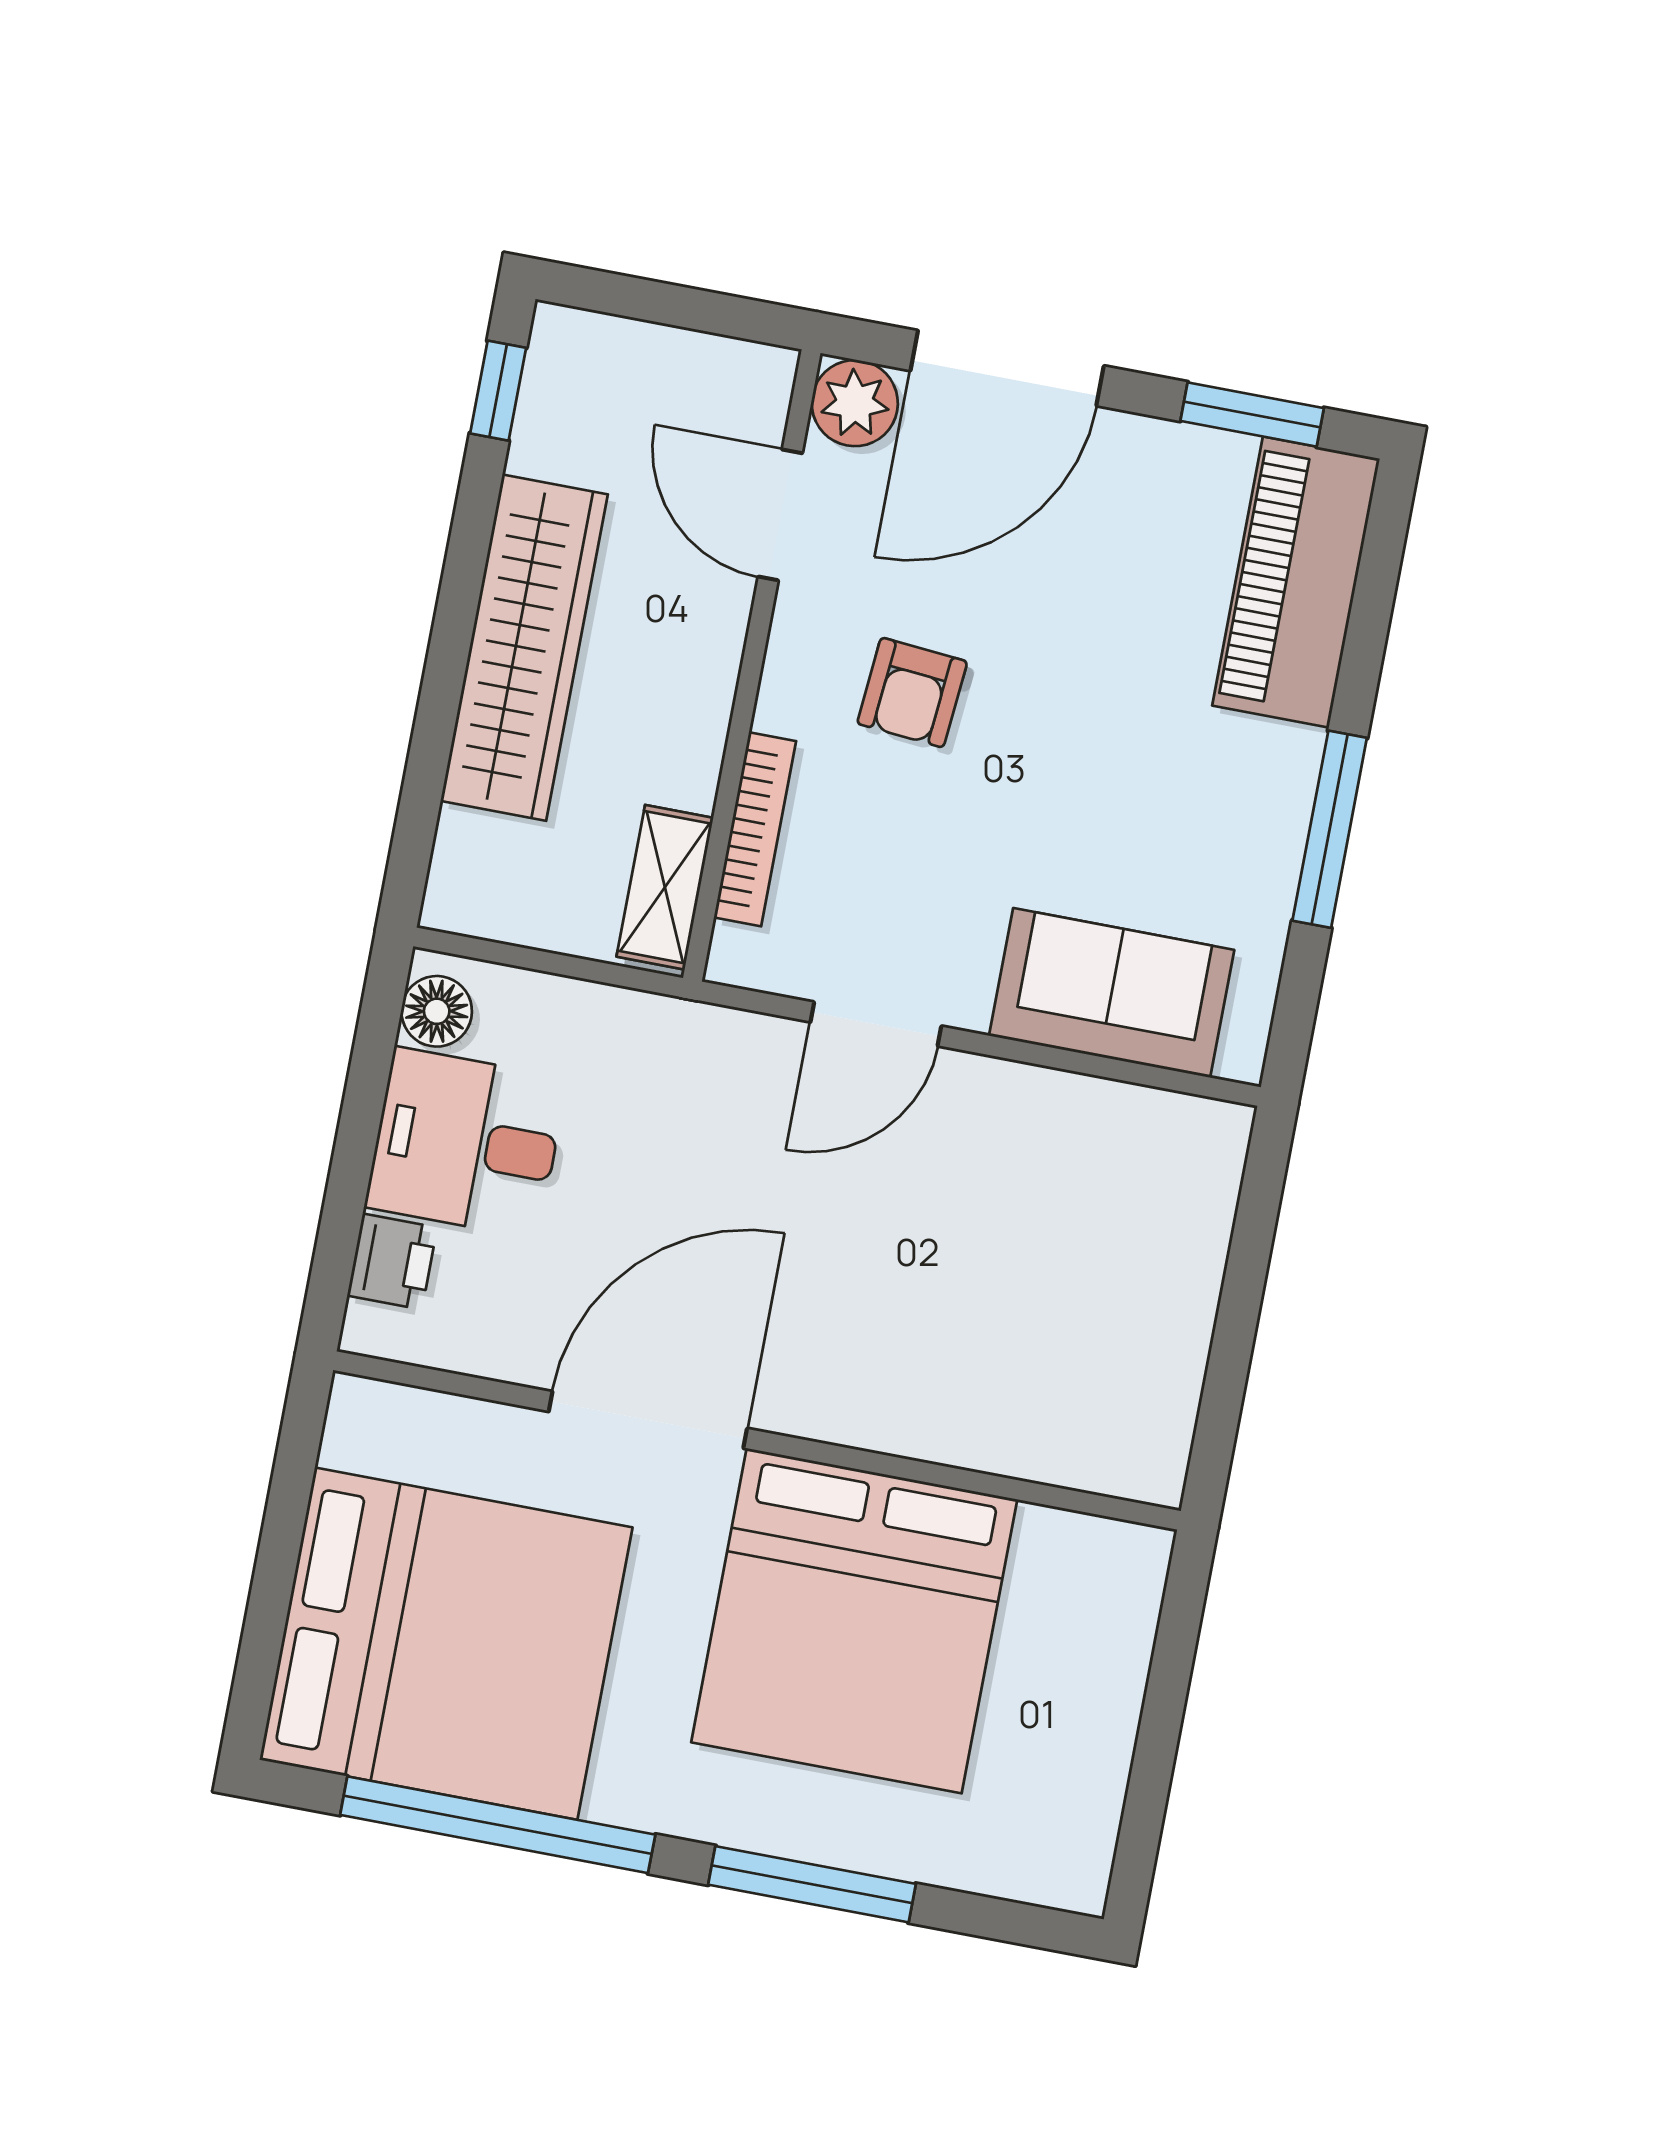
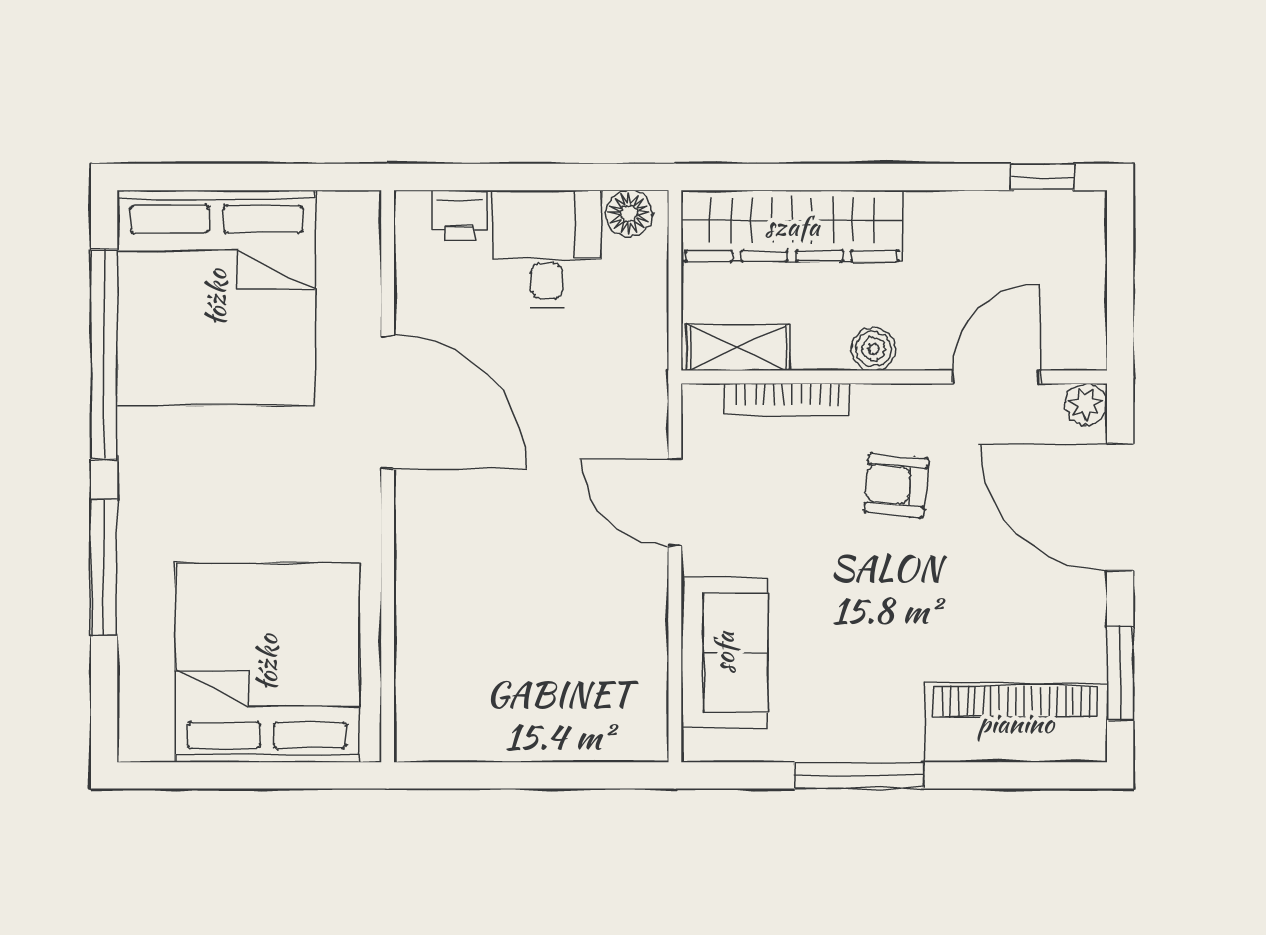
plant: (855, 403) -> (1086, 404), width x0.73, depth x0.73
wardrobe: (524, 648) -> (792, 226), moved
boiler: (705, 688) -> (874, 349), added
bed: (854, 1621) -> (267, 663), moved, turned 90

